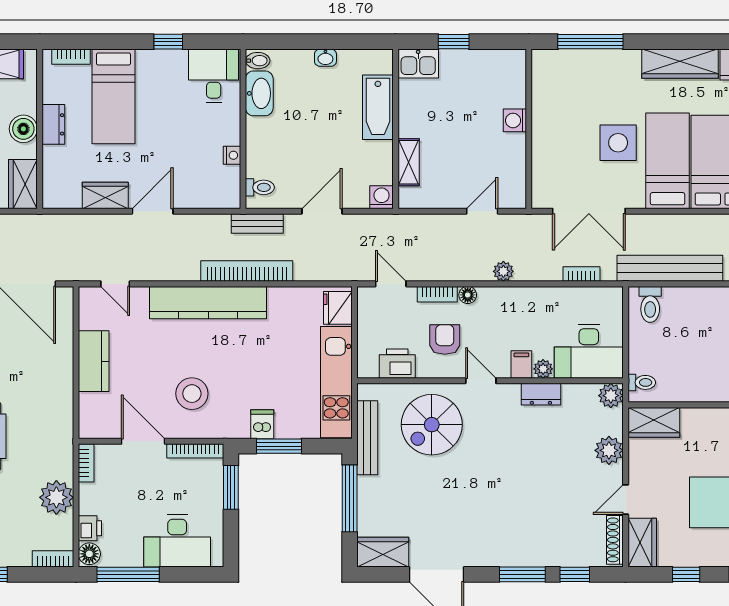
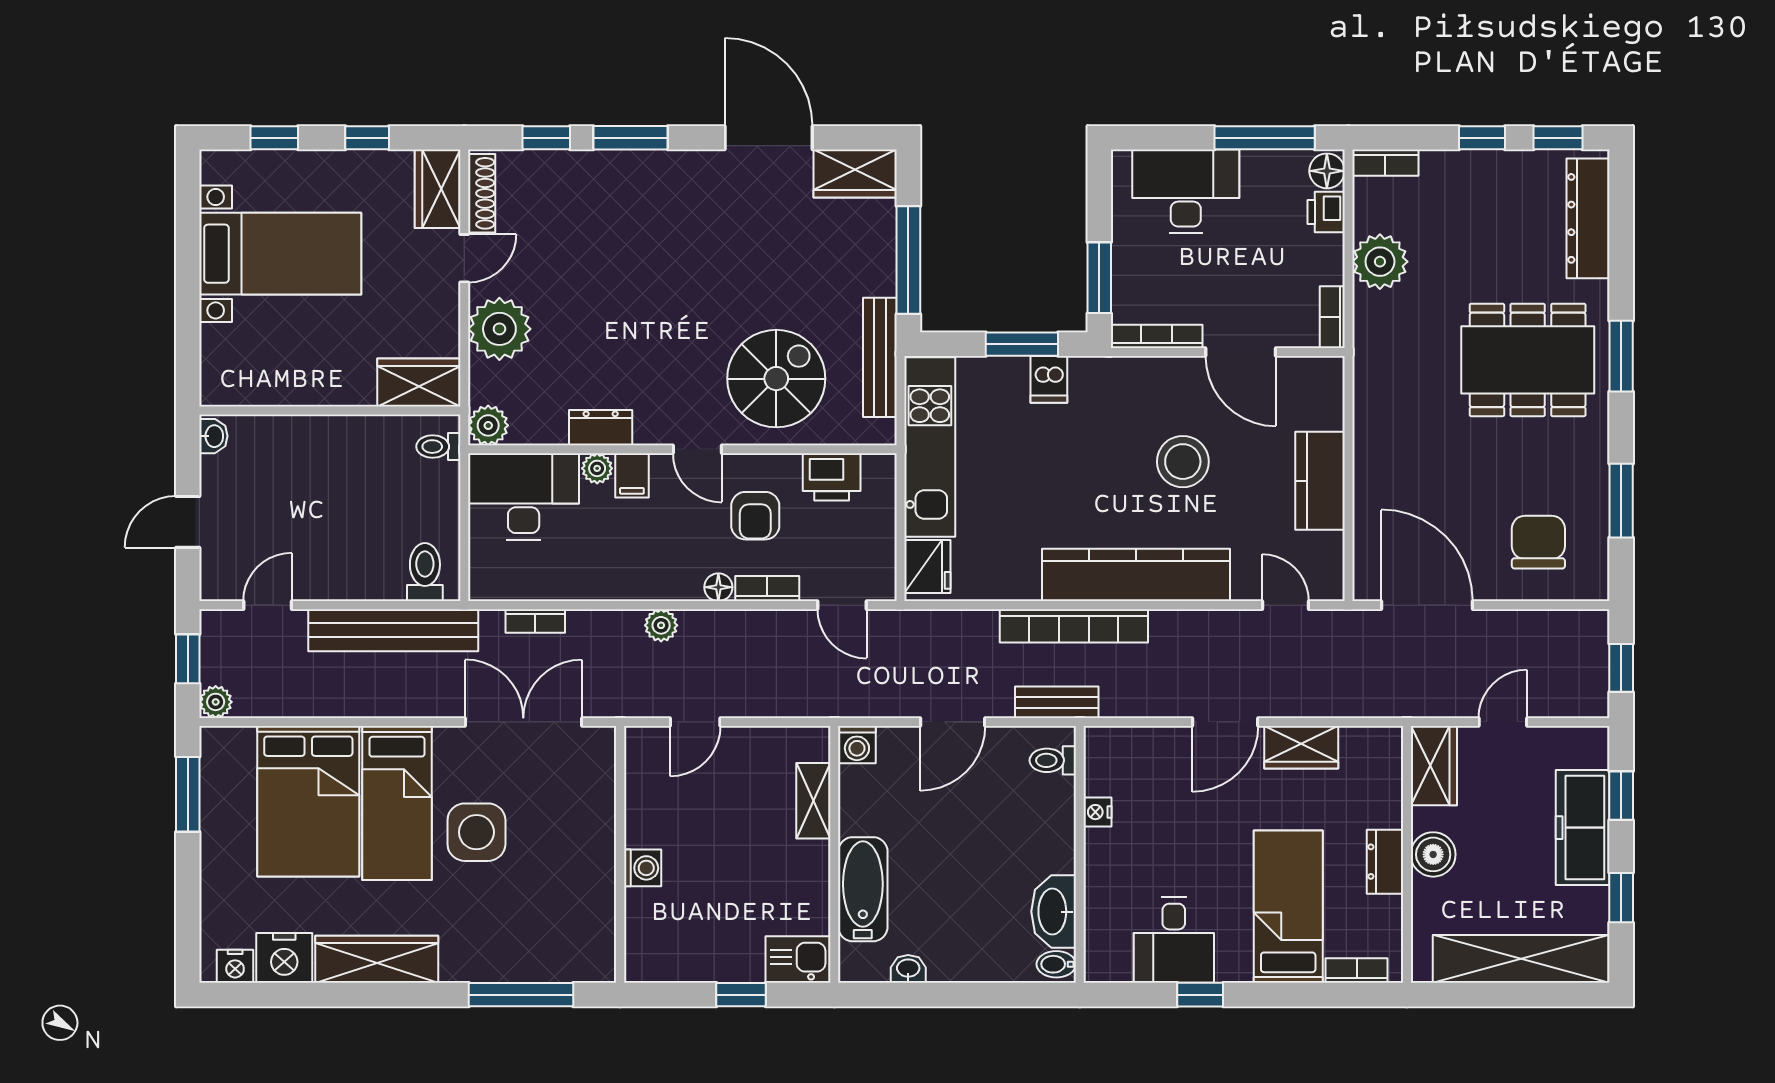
washbasin: (325, 58) -> (908, 969), moved
desk: (214, 76) -> (1174, 940), moved
stool: (192, 394) -> (1183, 462), moved
plant: (609, 450) -> (499, 329), width x1.36, depth x1.36

